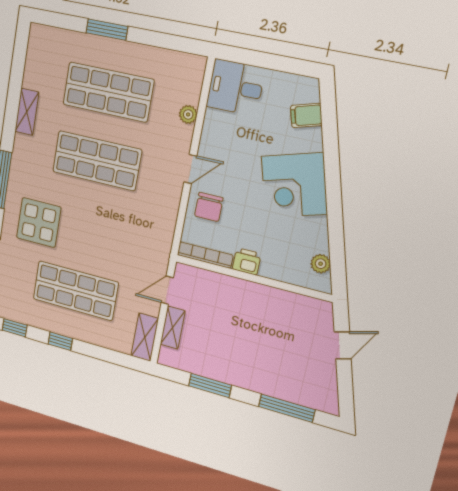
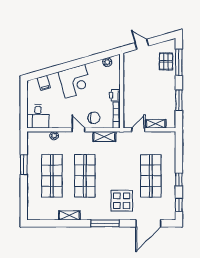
window: (107, 30) -> (24, 165), moved
door: (167, 290) -> (138, 130), swing flipped
shelving: (145, 337) -> (104, 137), moved
pallet: (295, 384) -> (166, 61), added

